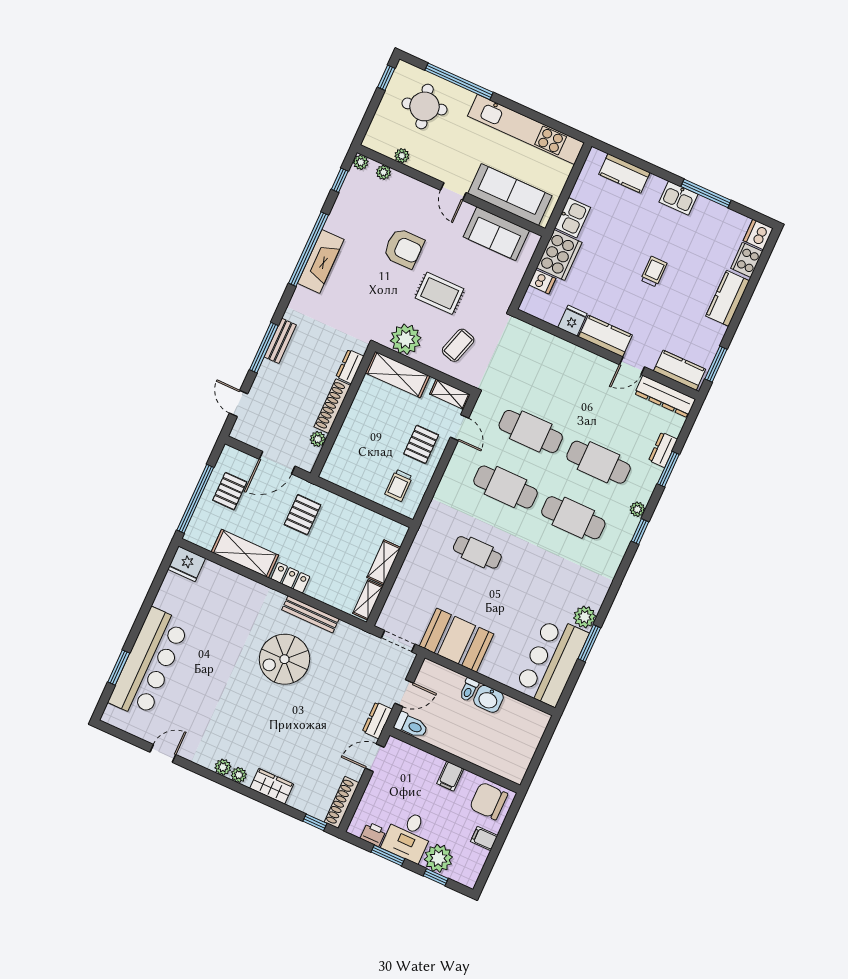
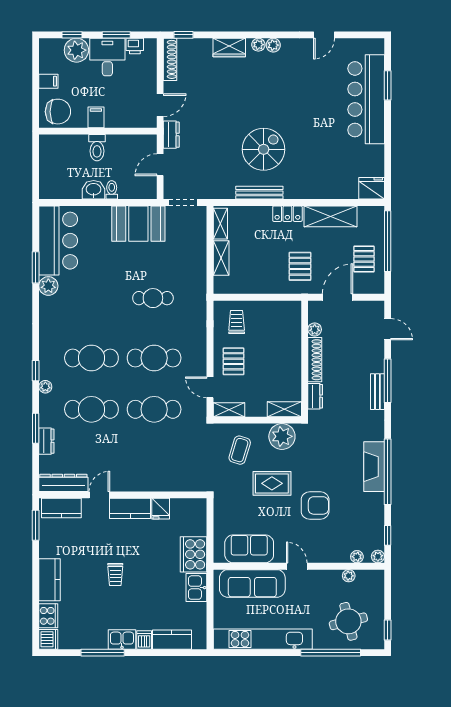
armchair: (404, 248) -> (315, 505), turned 180
dishwasher: (542, 282) -> (144, 640), moved, turned 90
shelving: (398, 375) -> (284, 409), width x0.67, depth x0.75
toilet: (411, 725) -> (97, 148), moved, turned -90

